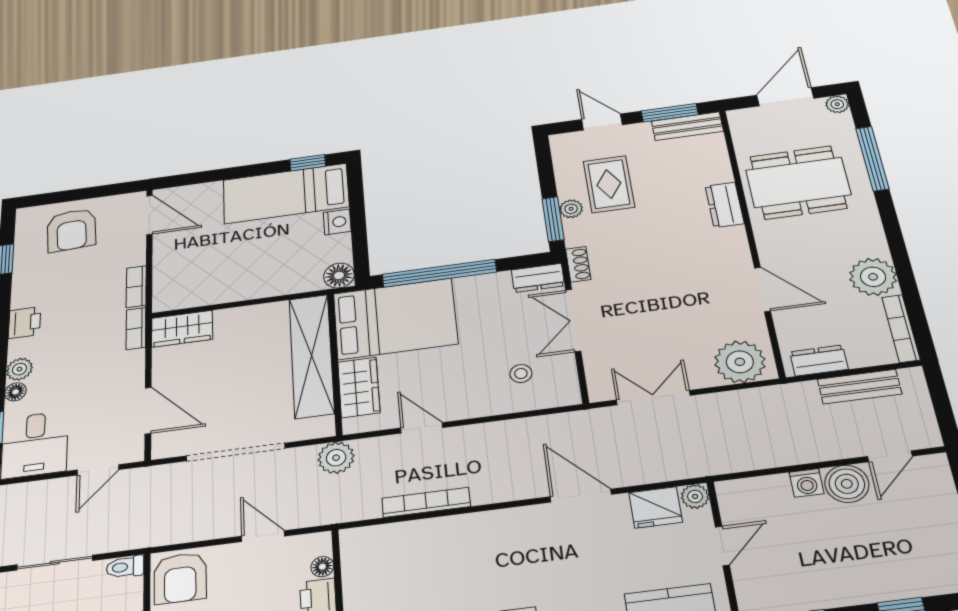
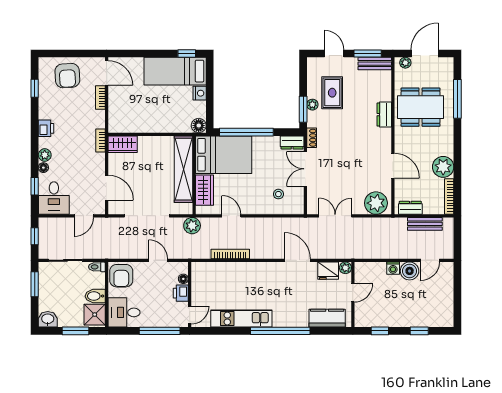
plant: (837, 104) -> (405, 63), moved
bookcase: (136, 287) -> (100, 97), moved

